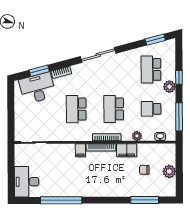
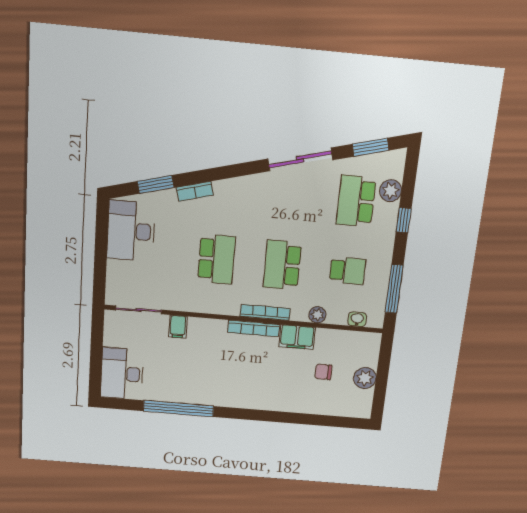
sliding door: (98, 55) -> (300, 159), moved
plant: (169, 87) -> (391, 191), moved
desk: (37, 88) -> (131, 231), moved, turned -75
school desk: (76, 109) -> (217, 259), turned 180
school desk: (151, 109) -> (348, 271), turned 180
filing cabinet: (80, 150) -> (178, 327), moved
window: (145, 200) -> (318, 420), removed

